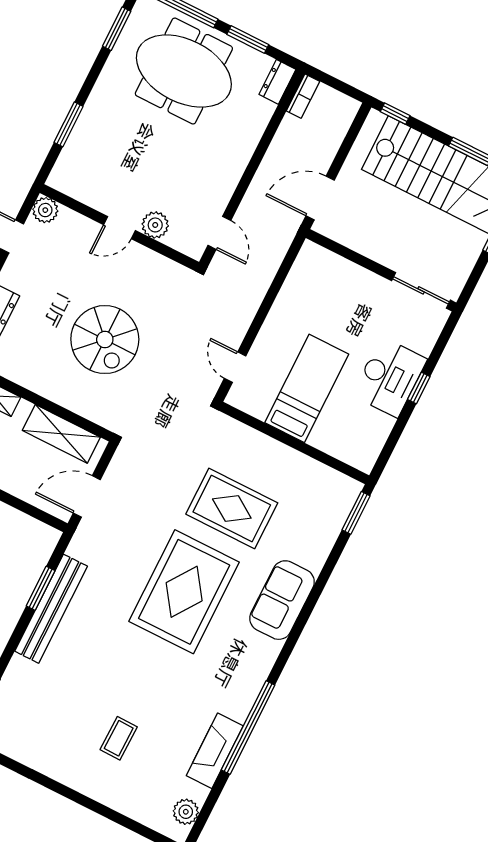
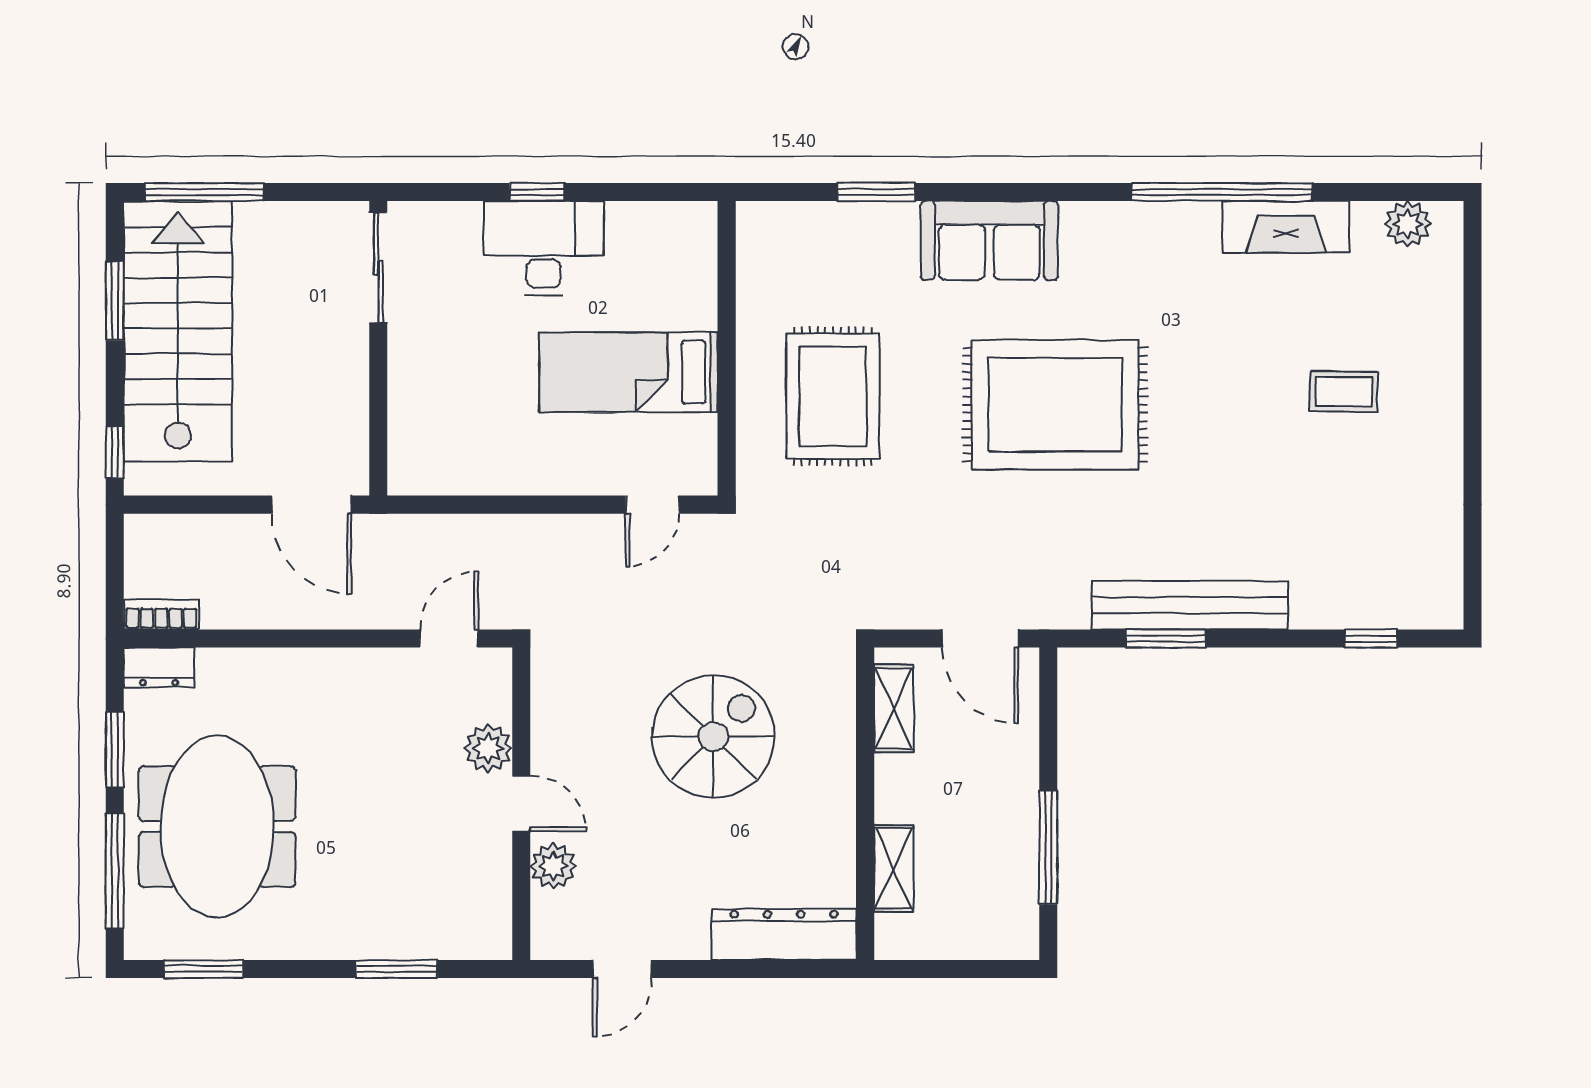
plant: (45, 210) -> (553, 866), moved
shelving: (61, 434) -> (894, 708), width x0.67, depth x0.75
rug: (232, 508) -> (833, 396), moved
window: (356, 513) -> (876, 192), moved

